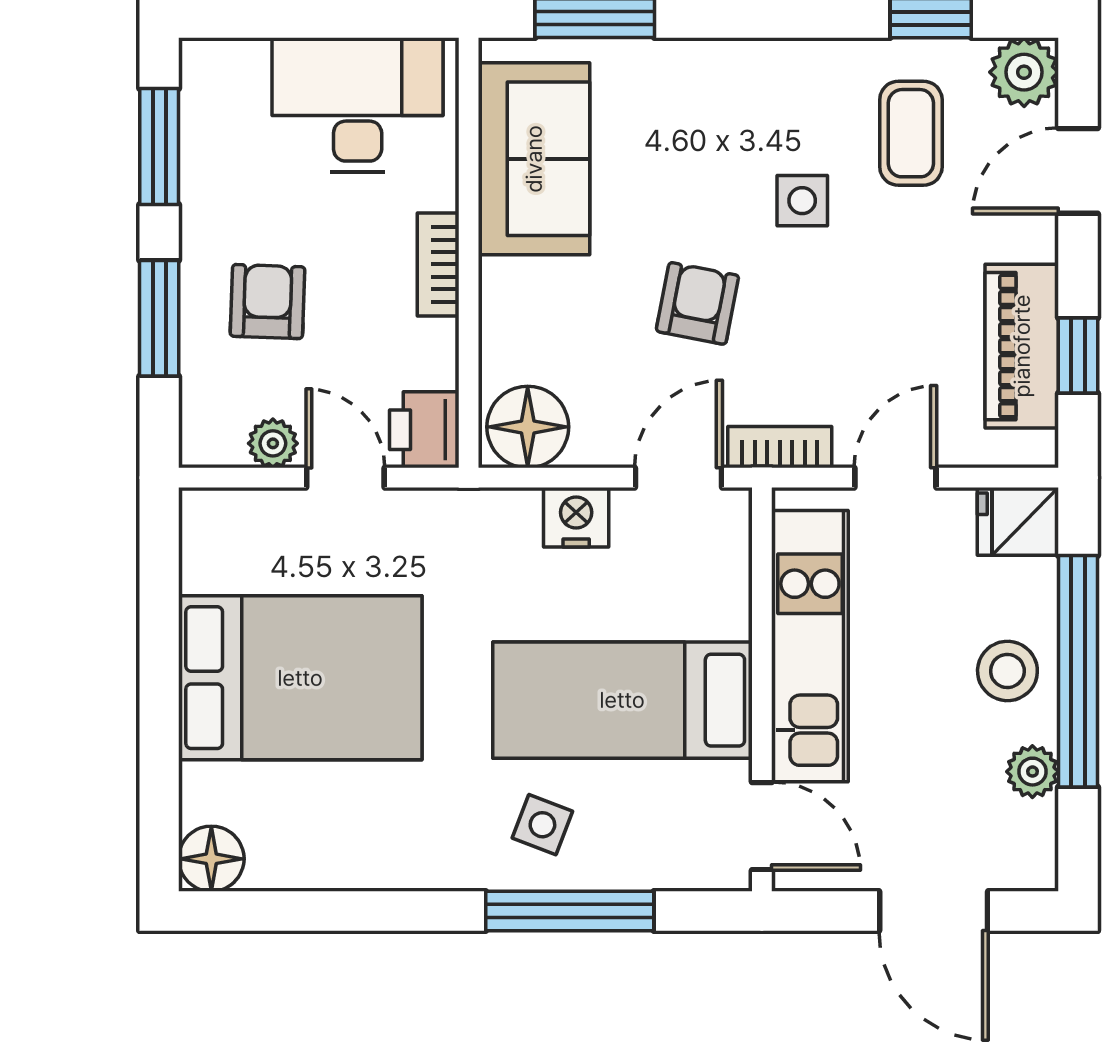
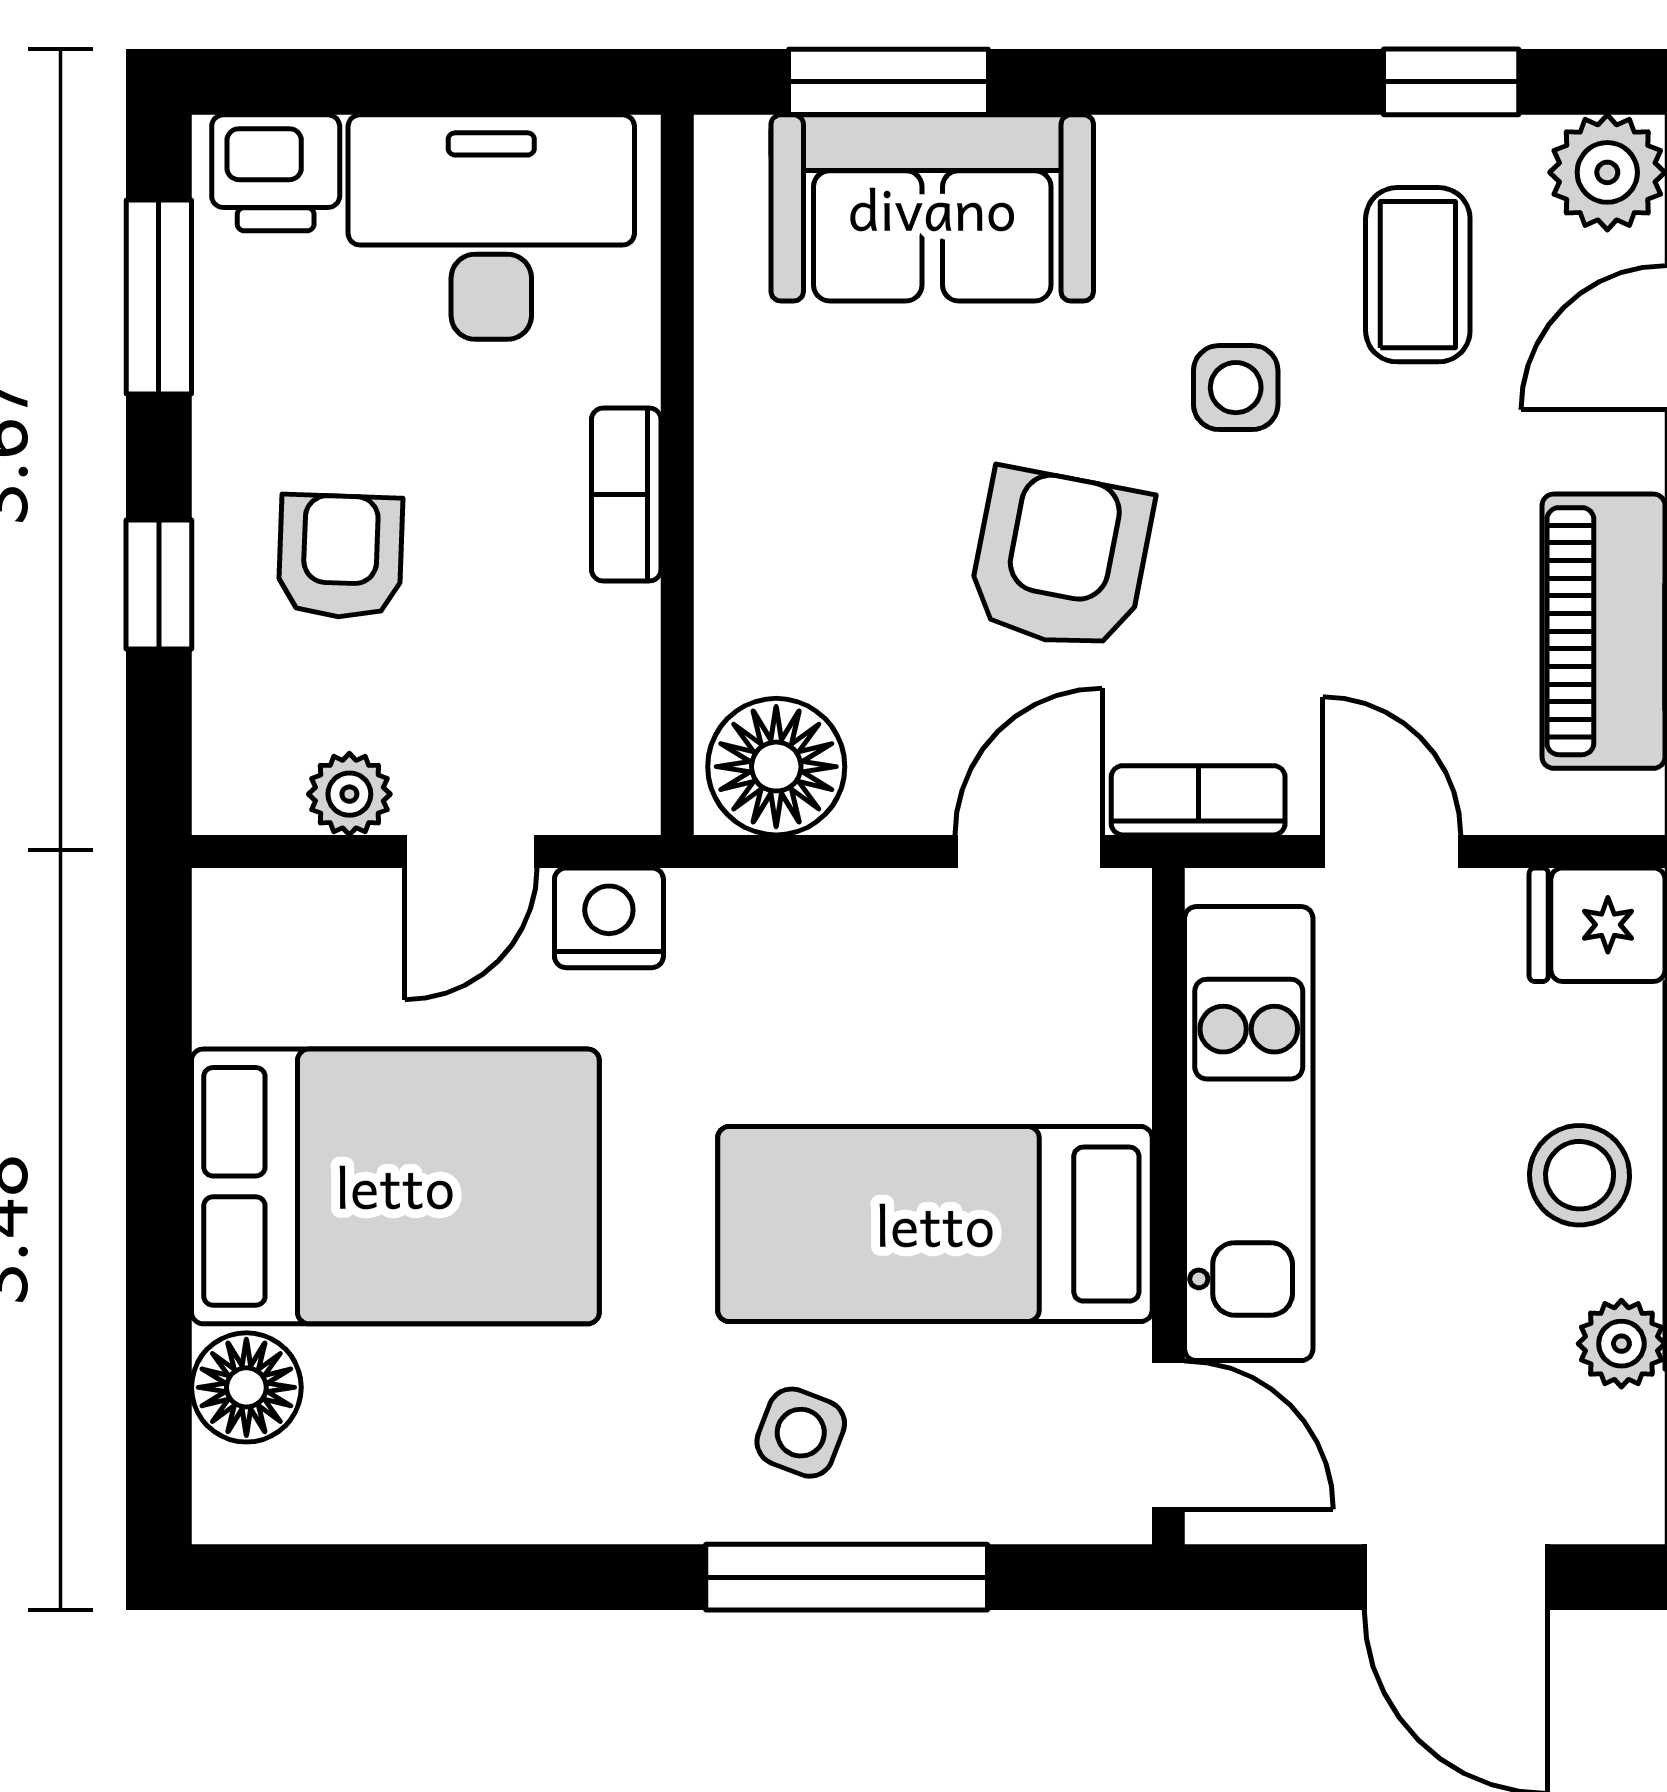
sofa: (534, 159) -> (932, 208), moved, turned 90
armchair: (697, 303) -> (1060, 560), width x1.38, depth x1.38
window: (159, 318) -> (159, 585), width x0.67
printer: (424, 430) -> (276, 173), moved, turned -90
door: (345, 478) -> (471, 851), swing flipped
door: (895, 478) -> (1392, 851), hinge flipped
nightstand: (576, 517) -> (609, 918), moved
floor lamp: (211, 859) -> (246, 1387), moved

